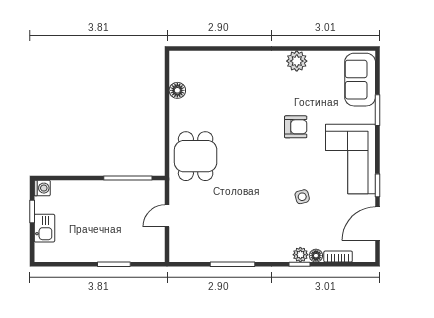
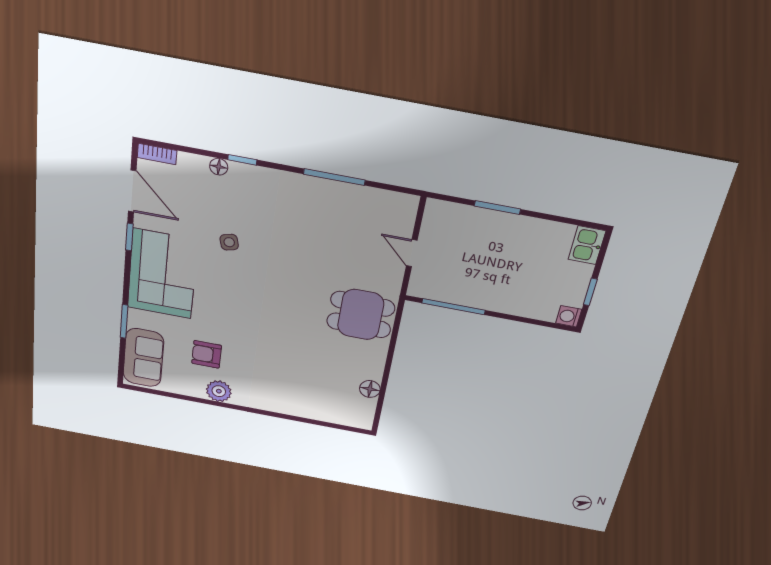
armchair: (296, 127) -> (207, 354), moved
dining table: (196, 156) -> (361, 315), turned 90
door: (167, 216) -> (412, 253), swing flipped
door: (378, 224) -> (132, 191), hinge flipped
kitchen sink: (44, 228) -> (587, 245), moved
plant: (300, 255) -> (240, 172), removed
bookcase: (338, 256) -> (157, 154), moved

